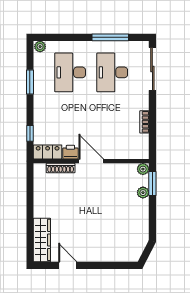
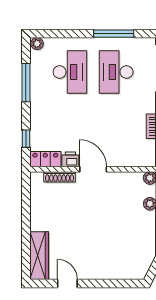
desk: (70, 72) -> (70, 72), turned 180
window: (30, 82) -> (26, 83), width x1.44

